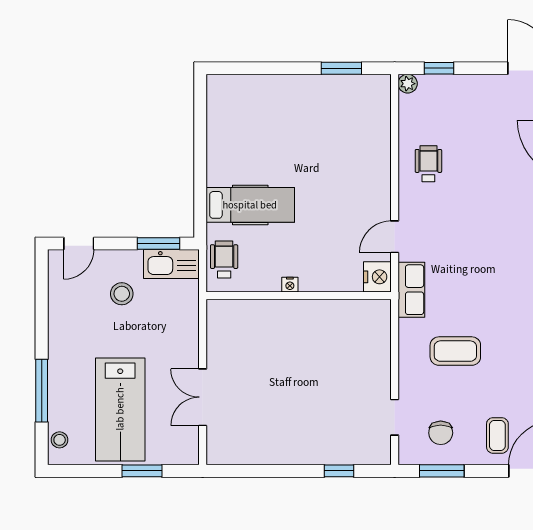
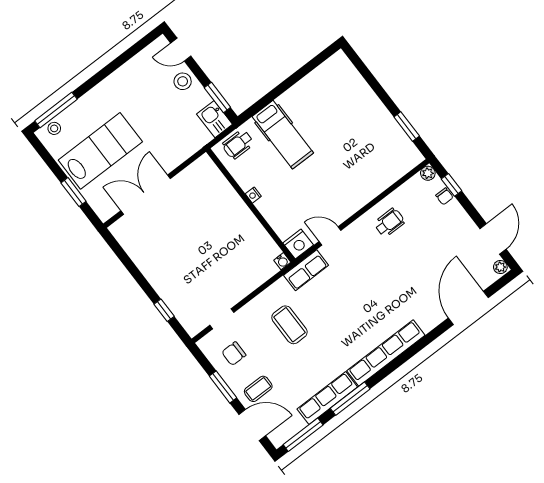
chair: (445, 85) -> (444, 196), added
wheelchair: (224, 260) -> (238, 144), turned 180
kitchen sink: (171, 264) -> (215, 119), width x0.73
stool: (122, 294) -> (183, 81), moved
water cooler: (383, 307) -> (282, 261), added
window: (42, 391) -> (56, 110), moved
double door: (203, 397) -> (146, 195), width x1.37
lab bench: (120, 409) -> (100, 151), turned 180
window: (442, 471) -> (223, 387), moved

